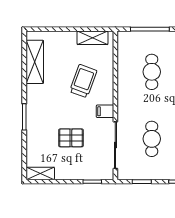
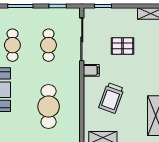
cafe table: (152, 72) -> (49, 106), width x1.37, depth x1.35

